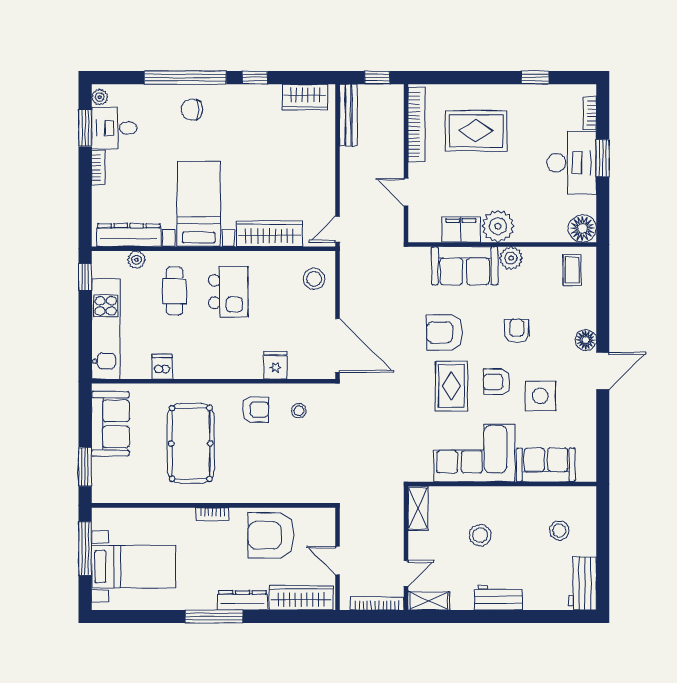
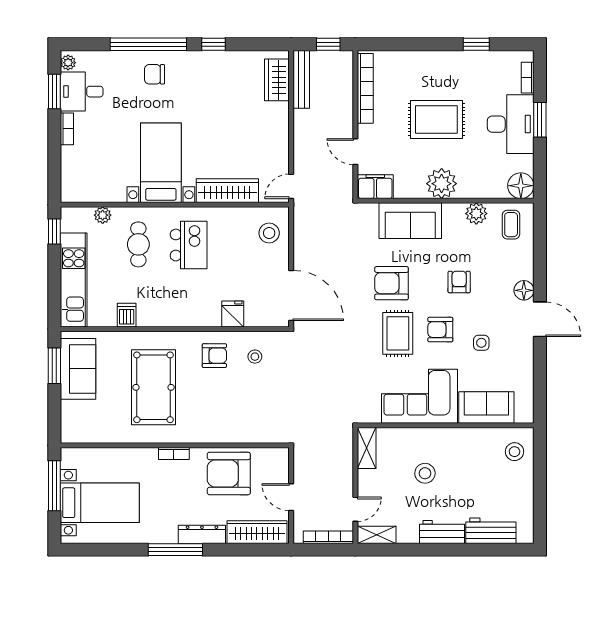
wardrobe: (305, 97) -> (277, 80), moved, turned 90
rug: (476, 131) -> (436, 120), moved
filing cabinet: (461, 230) -> (375, 187), moved
dresser: (129, 235) -> (95, 192), removed
plant: (511, 258) -> (476, 214), moved
door: (603, 371) -> (540, 319), hinge flipped
side table: (540, 396) -> (481, 343), width x0.54, depth x0.54
window: (85, 467) -> (54, 366), moved
stool: (559, 530) -> (515, 452), moved
workbench: (583, 584) -> (491, 531), moved, turned 90

